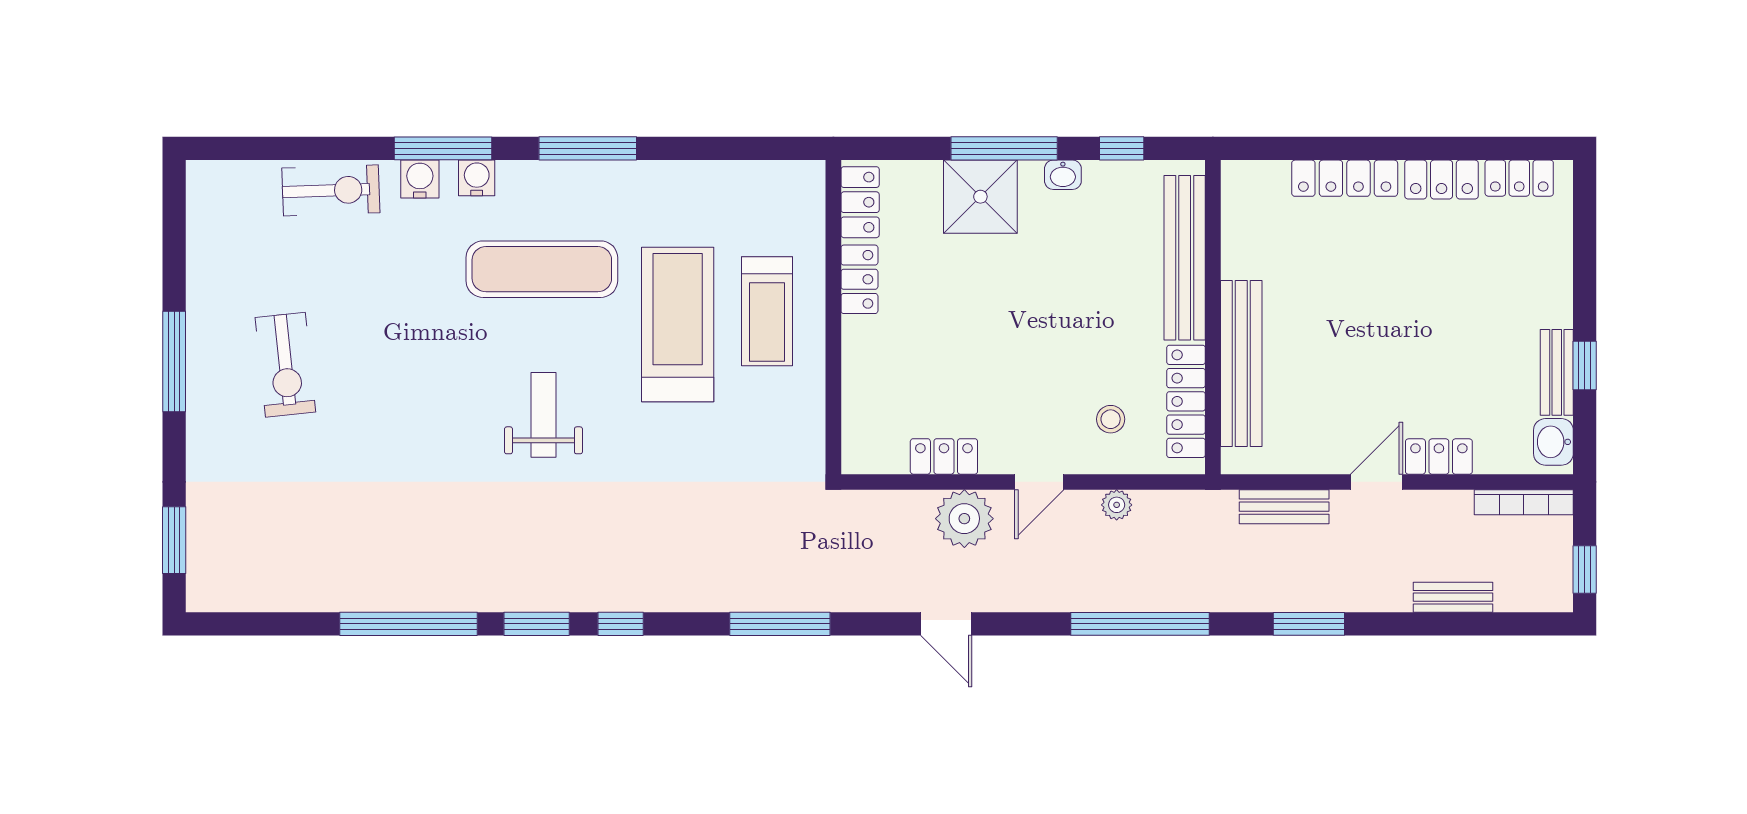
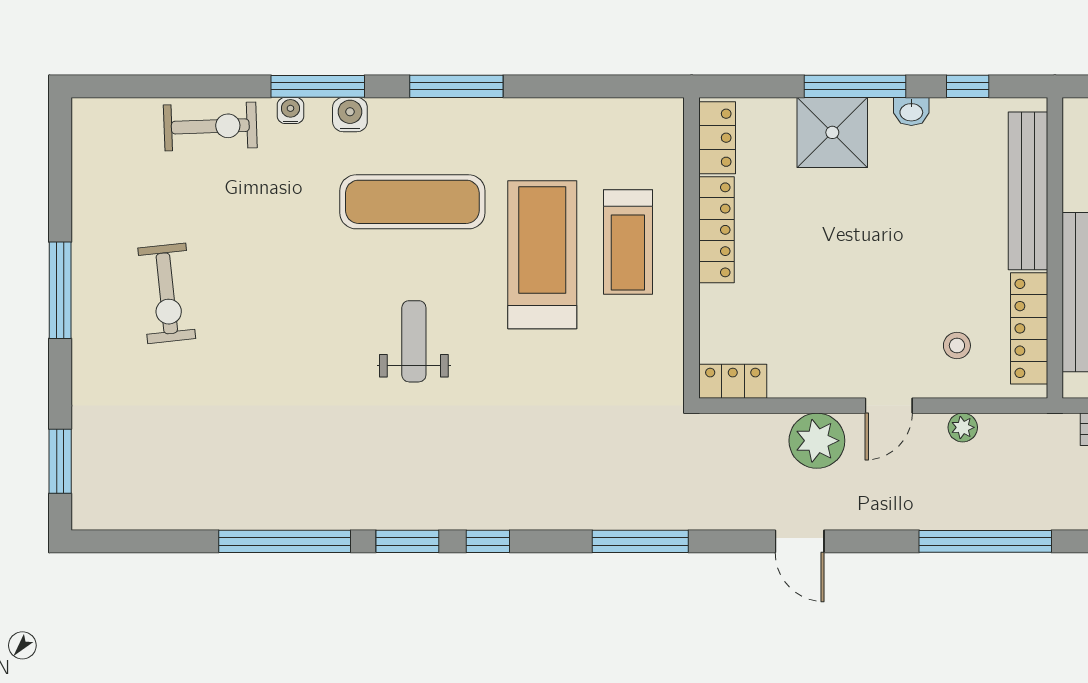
water cooler: (420, 179) -> (290, 110), width x0.72, depth x0.72
locker: (859, 279) -> (716, 230), width x1.53
locker: (944, 456) -> (733, 381), moved

